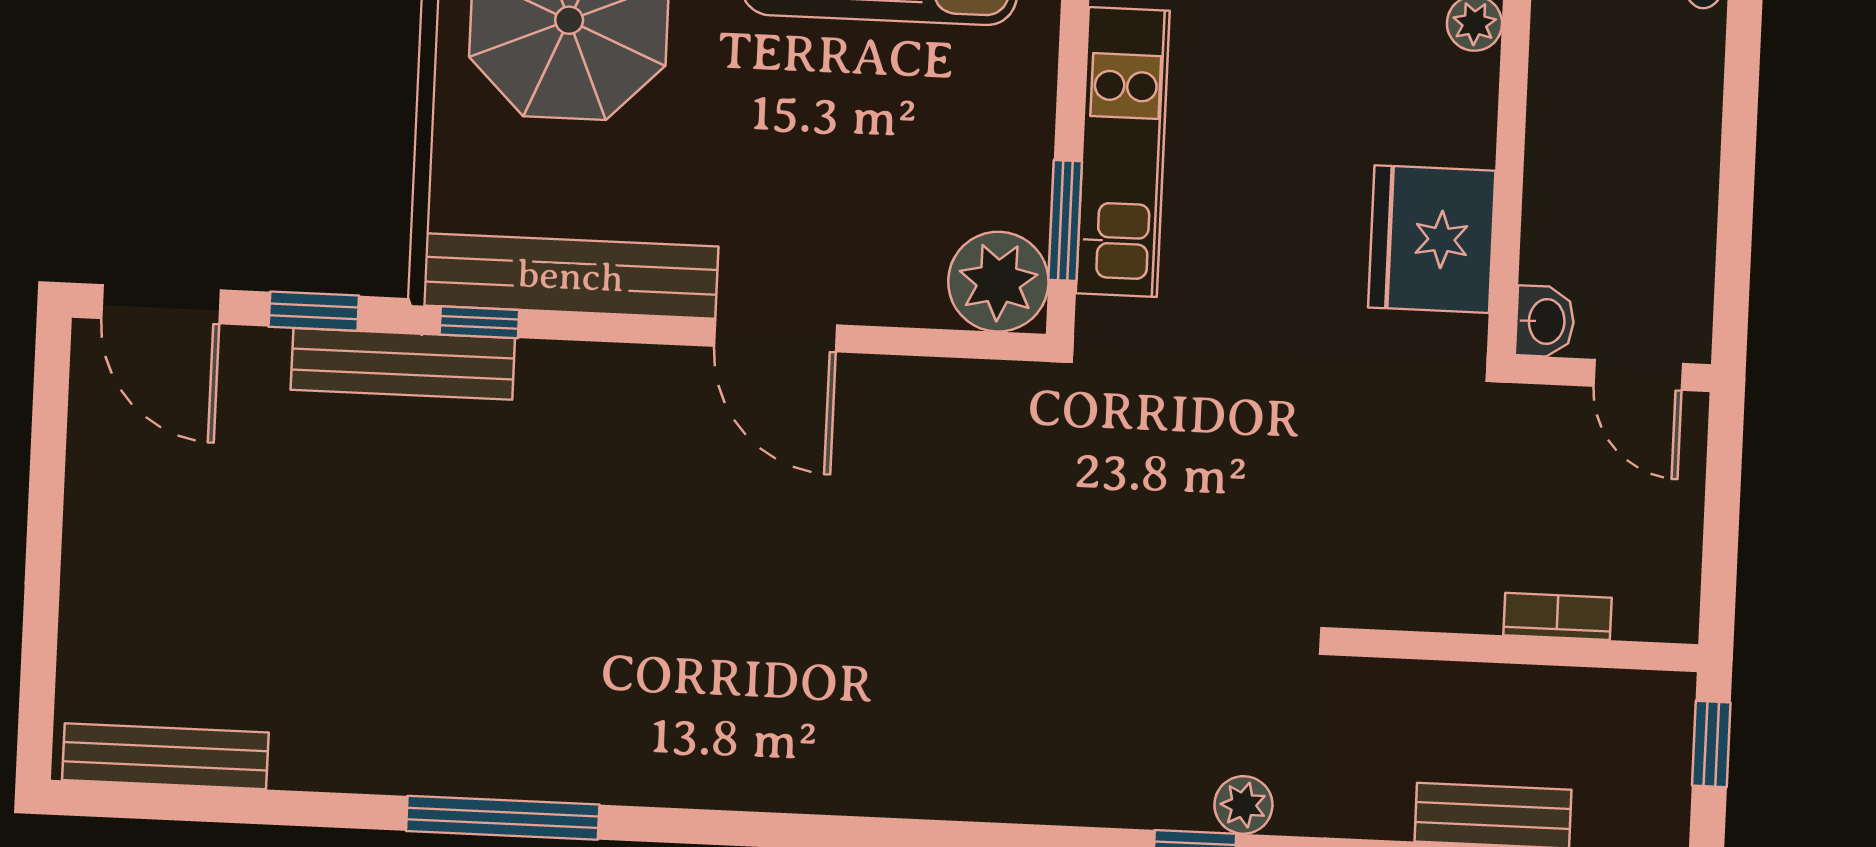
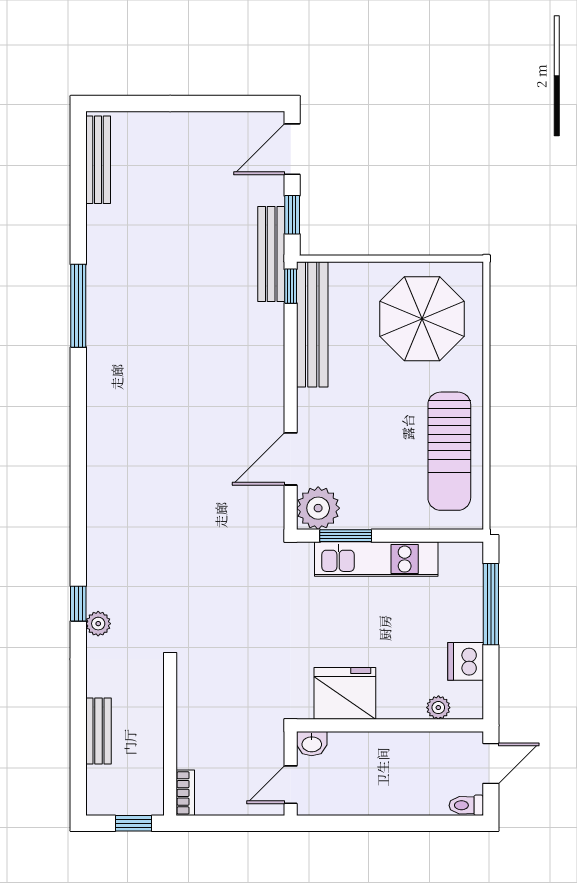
door: (776, 336) -> (291, 459), moved
bookcase: (1557, 616) -> (185, 793), moved

